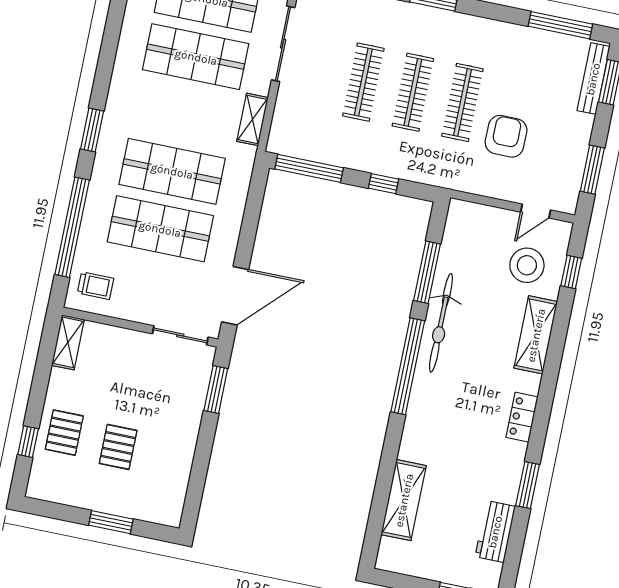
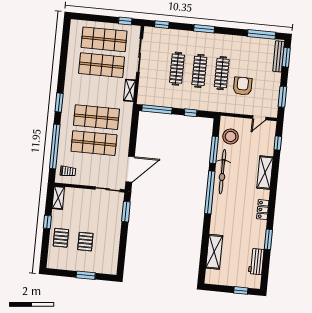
stool: (527, 265) -> (231, 136), moved
window: (28, 442) -> (47, 222), moved

